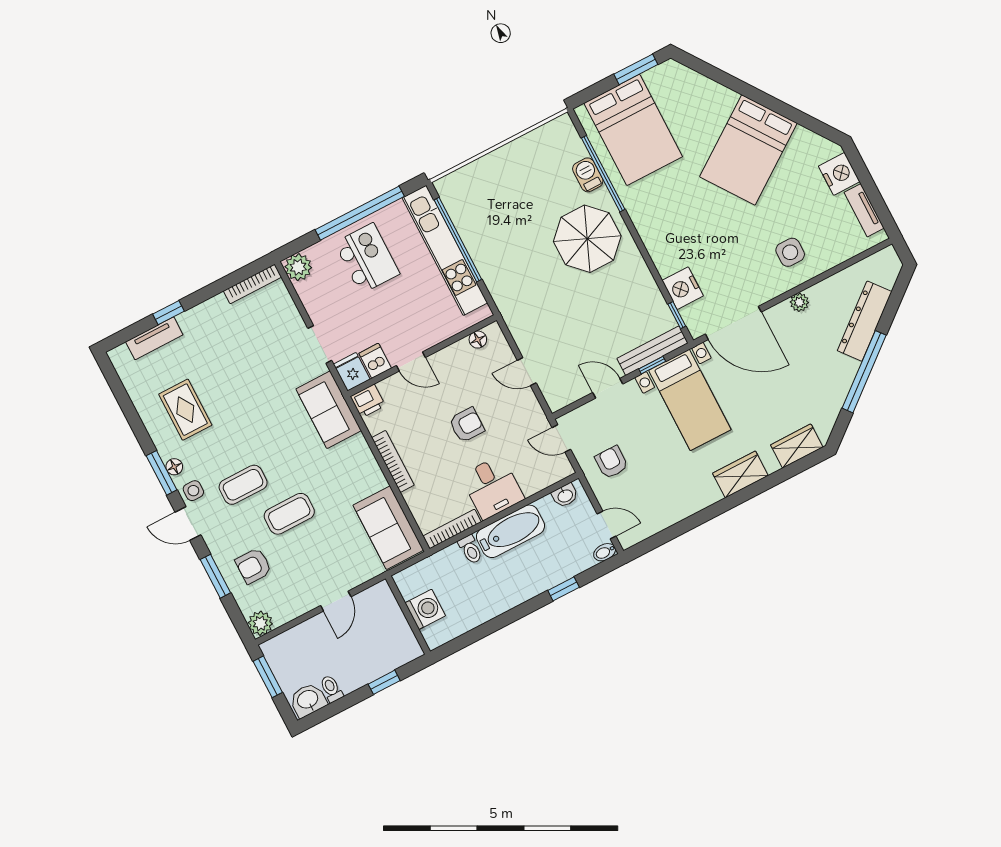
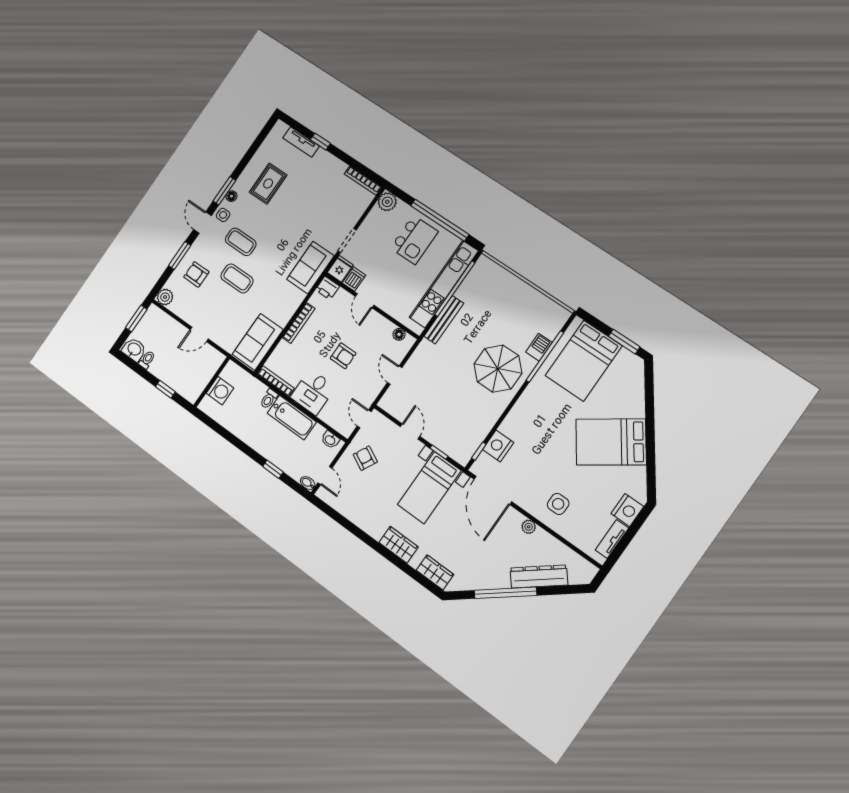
bench: (652, 351) -> (444, 320), moved, turned 90
armchair: (612, 462) -> (365, 458), turned -63

